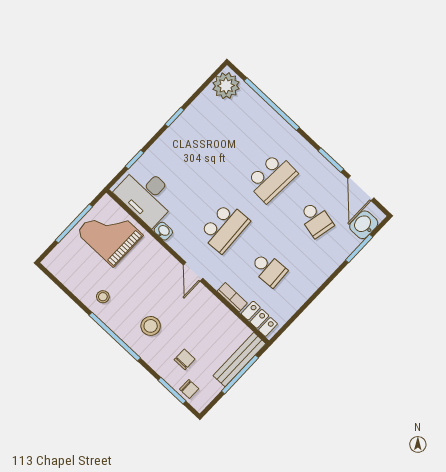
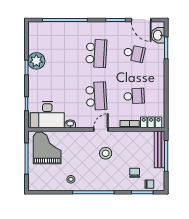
plant: (226, 86) -> (36, 61), moved
grand piano: (110, 234) -> (47, 148), turned 90
door: (193, 272) -> (101, 129), swing flipped
stool: (151, 326) -> (106, 153), moved

